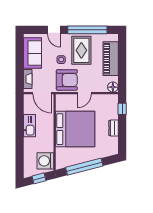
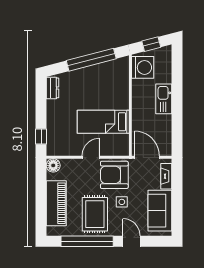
kitchen sink: (30, 126) -> (164, 99), moved
dresser: (113, 128) -> (52, 88), moved
bed: (75, 129) -> (103, 122), width x0.49

